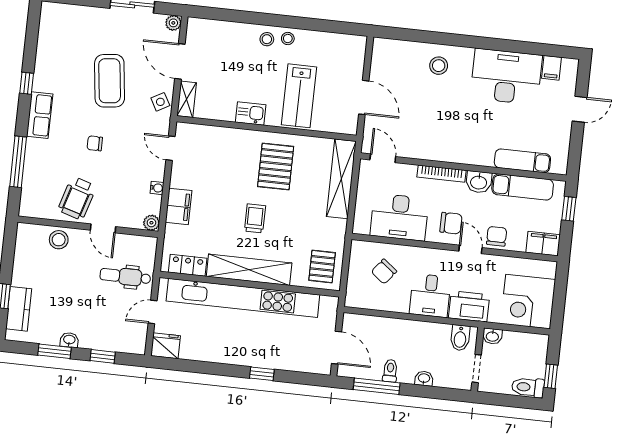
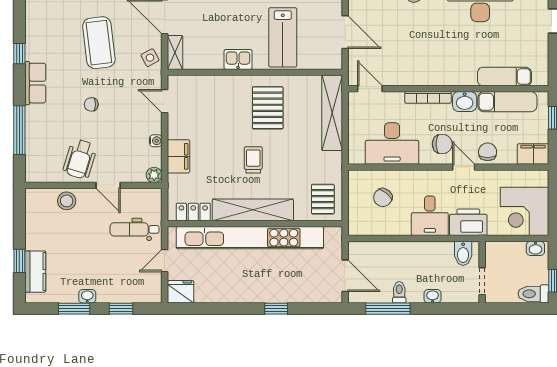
washbasin: (492, 336) -> (535, 248), moved

